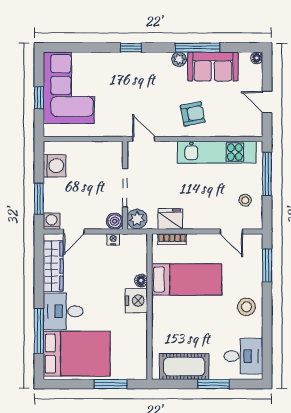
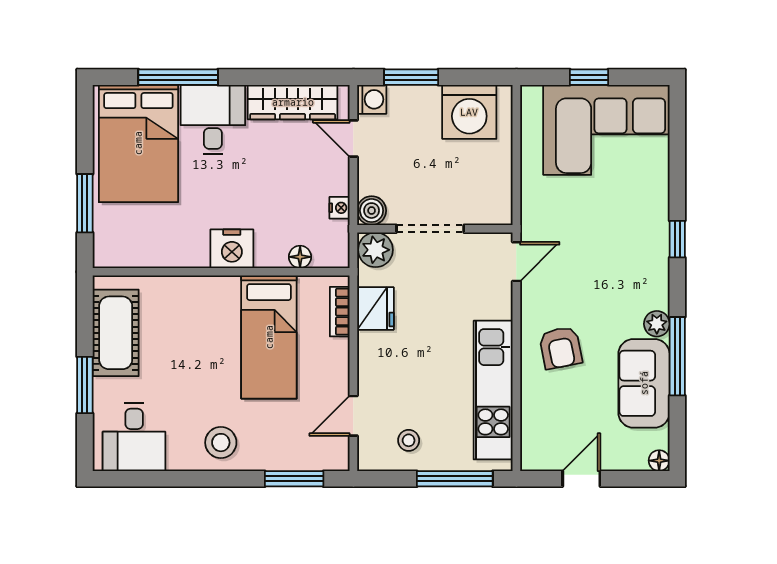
washing machine: (54, 166) -> (469, 112), width x1.37, depth x1.37
floor lamp: (141, 281) -> (300, 257), moved

